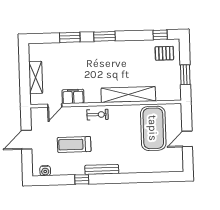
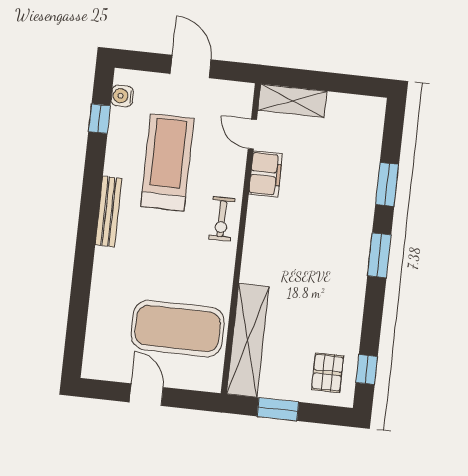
shelving: (36, 77) -> (292, 101), moved
shelving: (128, 95) -> (248, 340), moved
treadmill: (74, 144) -> (167, 162), width x1.37, depth x1.38
window: (82, 179) -> (99, 119), moved

